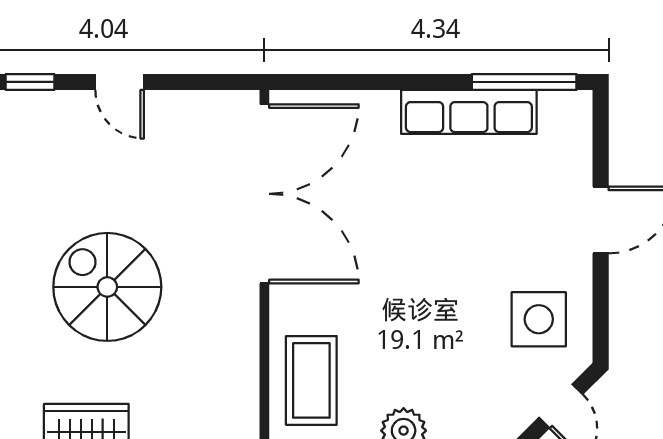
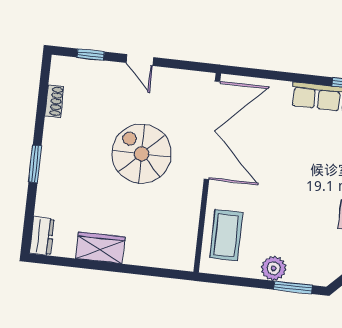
spiral stairs: (107, 287) -> (142, 154), moved

